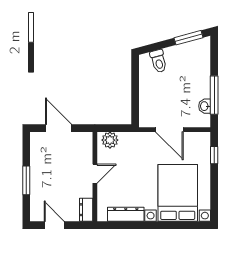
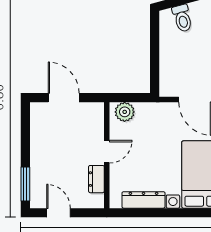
window: (26, 180) -> (25, 184), moved
dresser: (86, 210) -> (96, 179), moved

